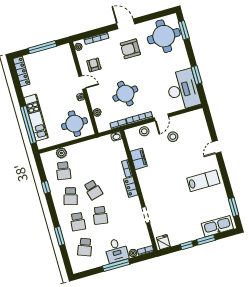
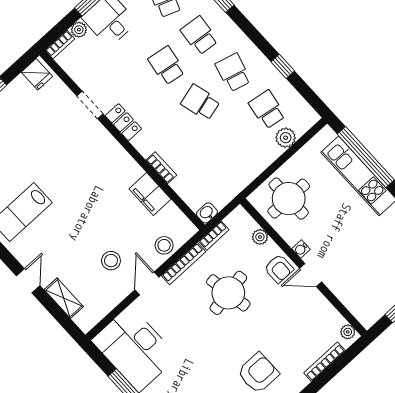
armchair: (94, 65) -> (279, 269), moved
shelving: (204, 130) -> (64, 298), added
locker: (131, 187) -> (123, 122), moved

